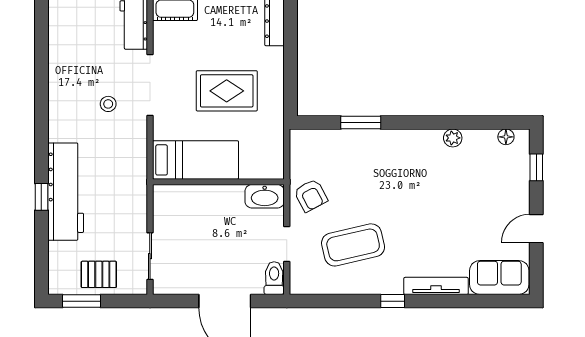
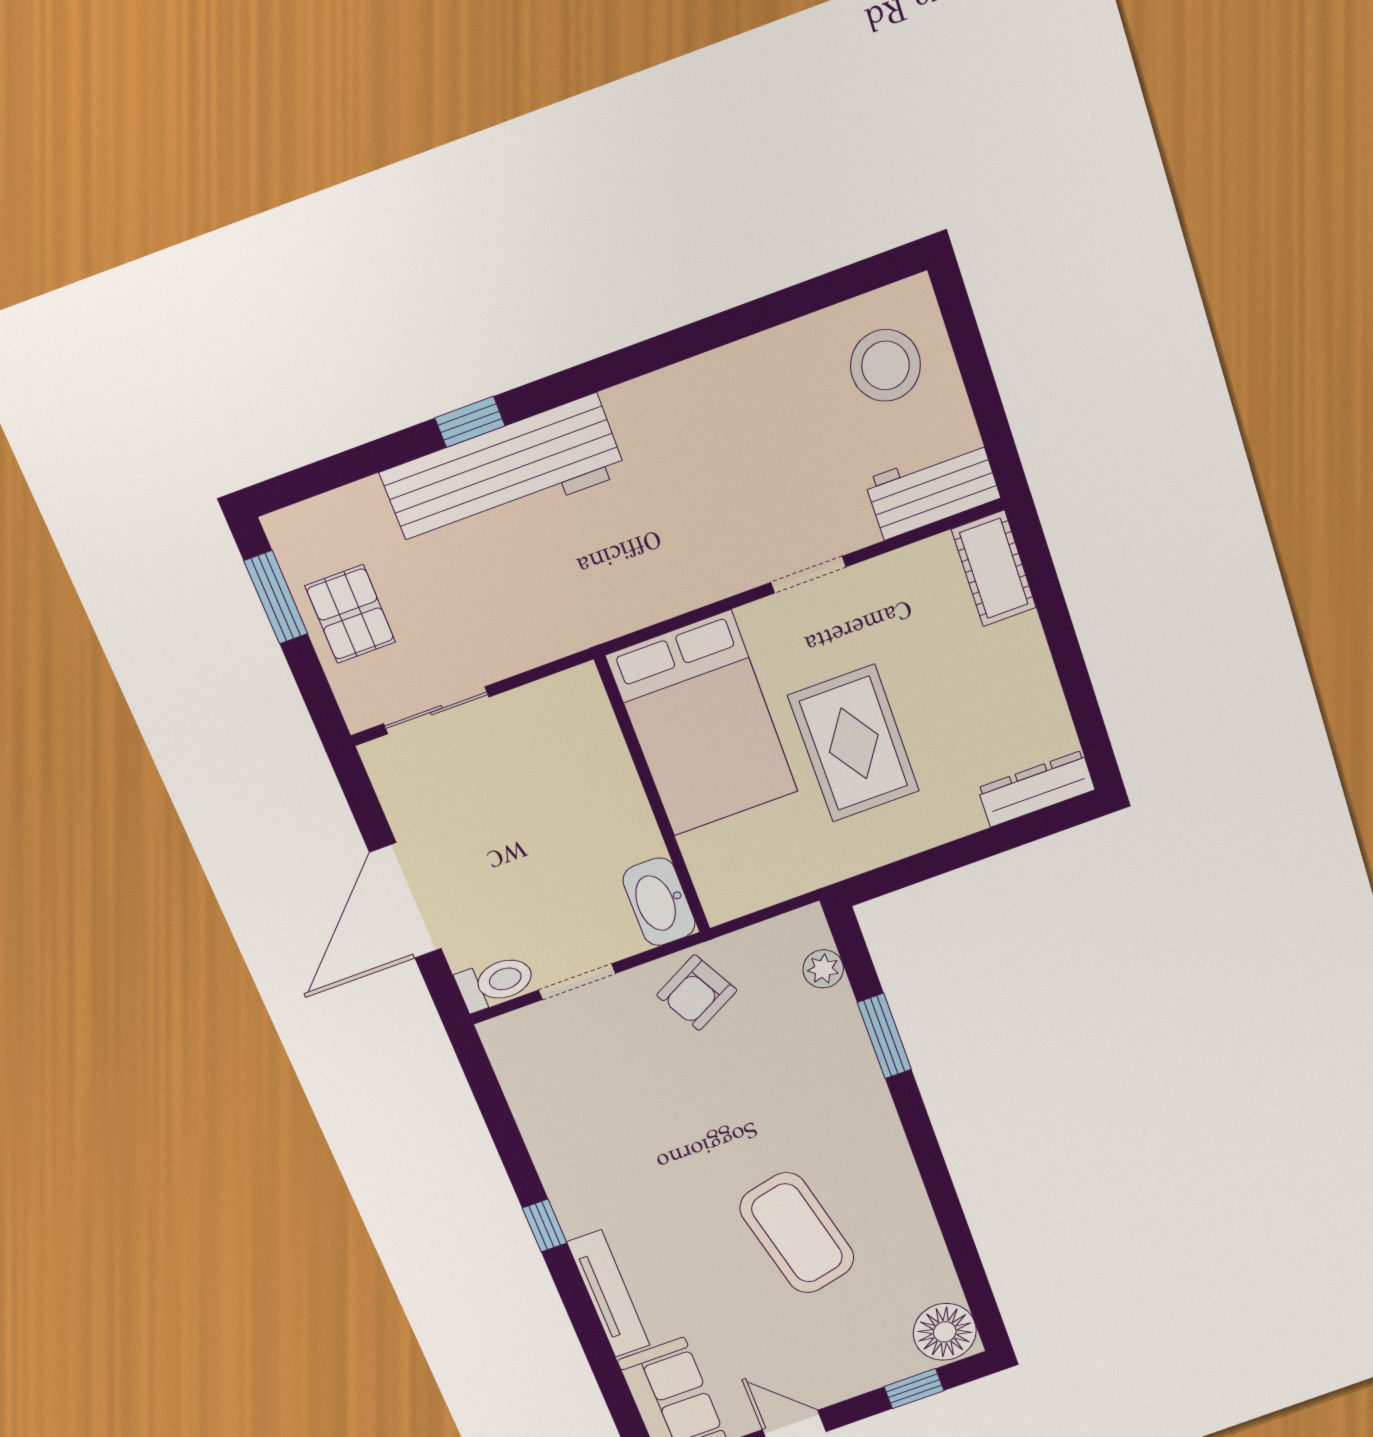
doorway: (150, 85) -> (808, 575), width x0.53
stool: (108, 104) -> (886, 365), moved, width x1.89, depth x1.89
floor lamp: (506, 137) -> (945, 1332), width x1.89, depth x1.89
plant: (453, 138) -> (823, 969), moved
bed: (195, 160) -> (702, 724), width x1.50
coffee table: (353, 245) -> (797, 1233), moved

